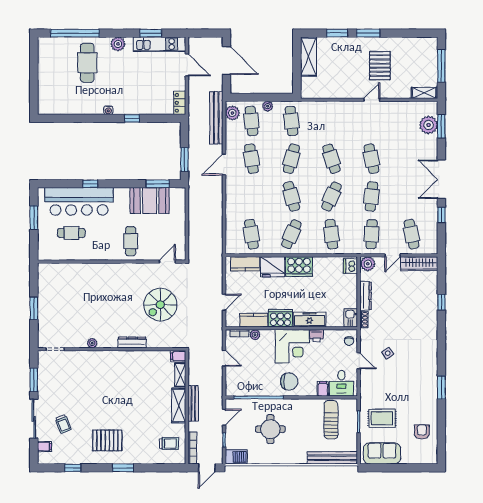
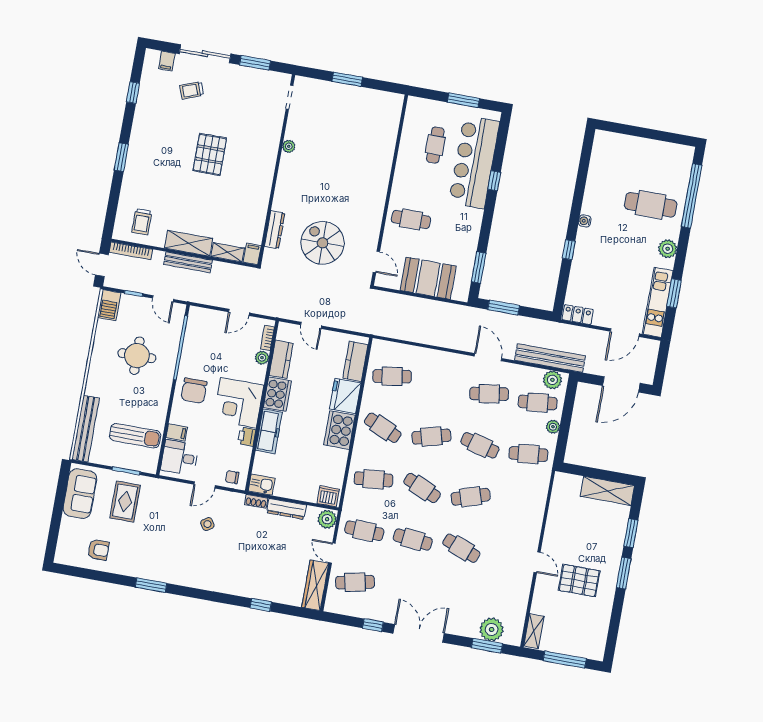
cafe table: (371, 159) -> (461, 548), turned 33
booth: (150, 201) -> (428, 278), moved, turned 90
dresser: (132, 343) -> (275, 230), moved
pallet: (107, 440) -> (210, 154), moved

